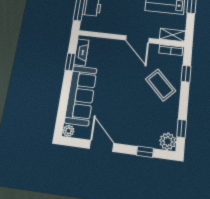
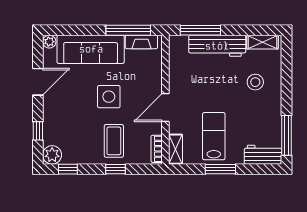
window: (70, 62) -> (128, 30), width x2.17
window: (186, 74) -> (115, 169), moved
side table: (123, 85) -> (109, 97), added
coffee table: (161, 85) -> (114, 141), turned -45

